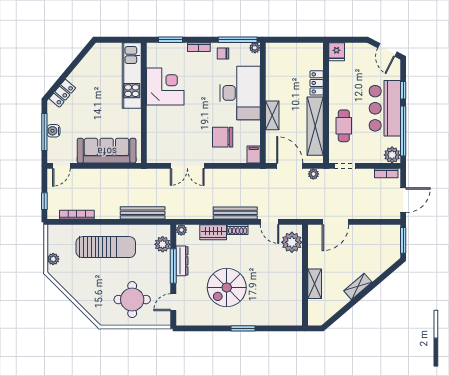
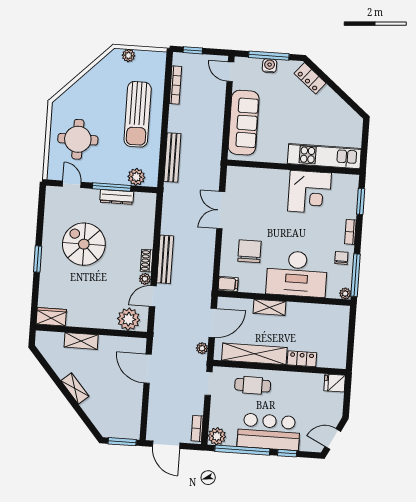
plant: (181, 230) -> (145, 279), moved
wardrobe: (213, 232) -> (51, 317), moved, turned 90

